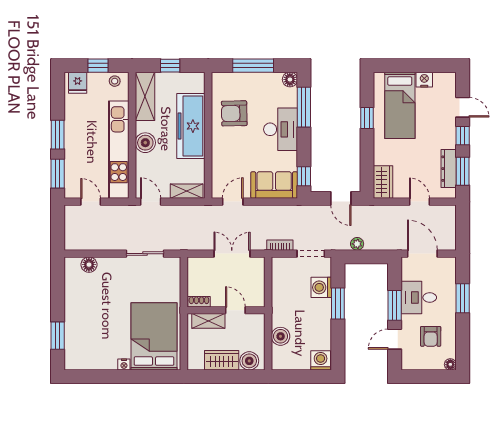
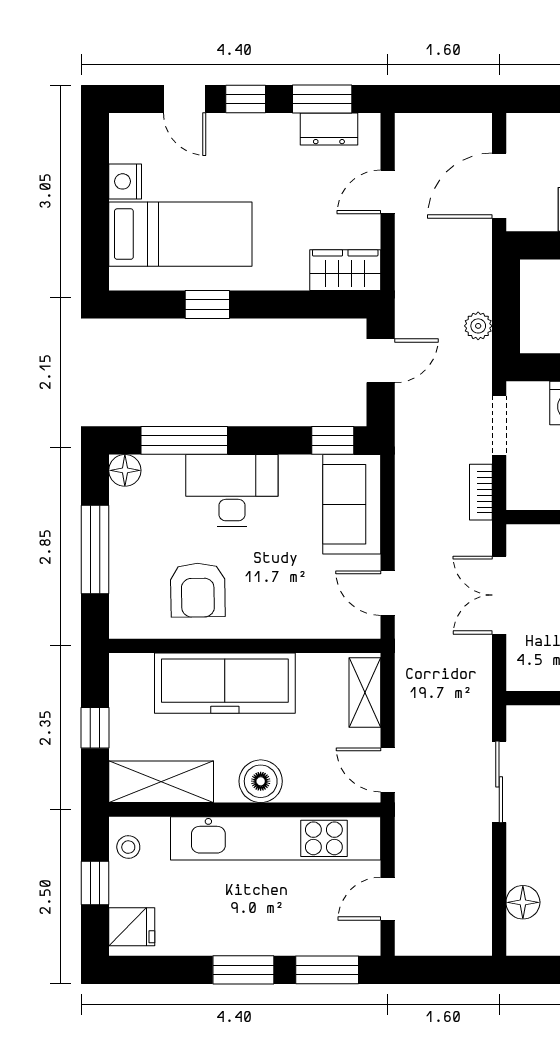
door: (463, 107) -> (185, 99), swing flipped
dresser: (449, 169) -> (329, 129), width x0.70
door: (151, 202) -> (388, 770), hinge flipped

